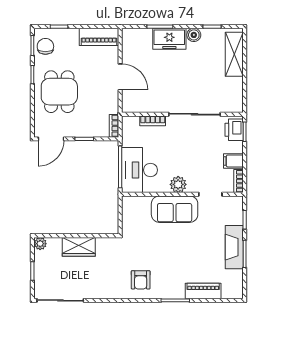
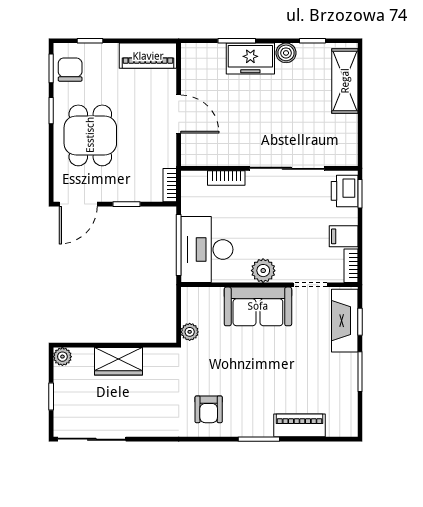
plant: (128, 227) -> (190, 332), added
fireplace: (234, 247) -> (345, 321), moved

